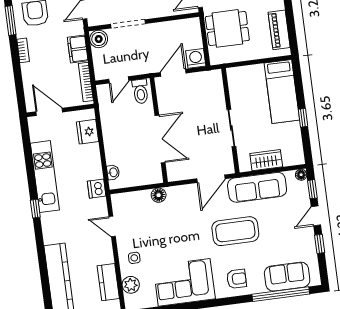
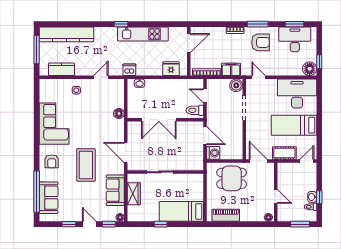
dining table: (227, 28) -> (232, 178), turned 90
sofa: (257, 187) -> (115, 190), width x0.73
plant: (131, 285) -> (57, 85), removed

